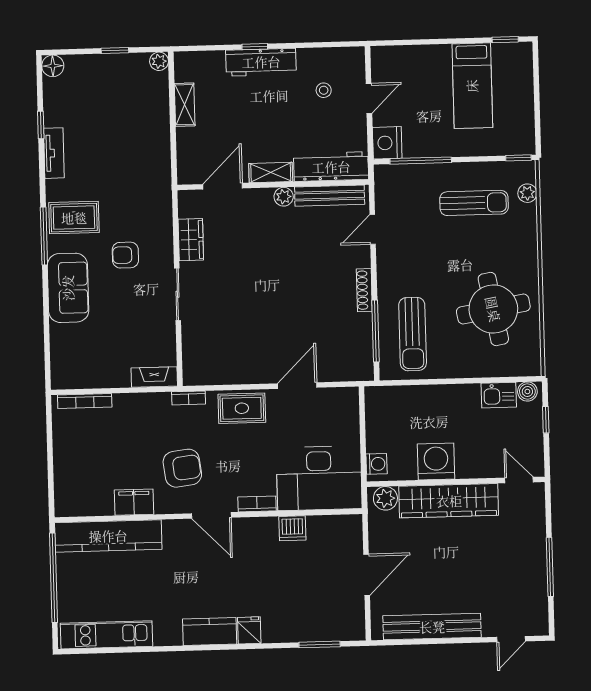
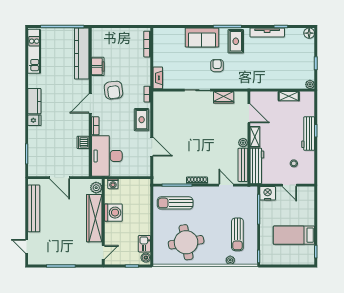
tv unit: (54, 153) -> (267, 32), width x1.41
plant: (527, 193) -> (230, 260), moved

